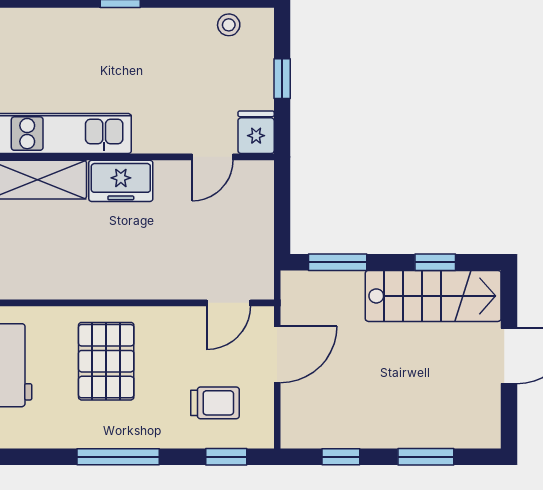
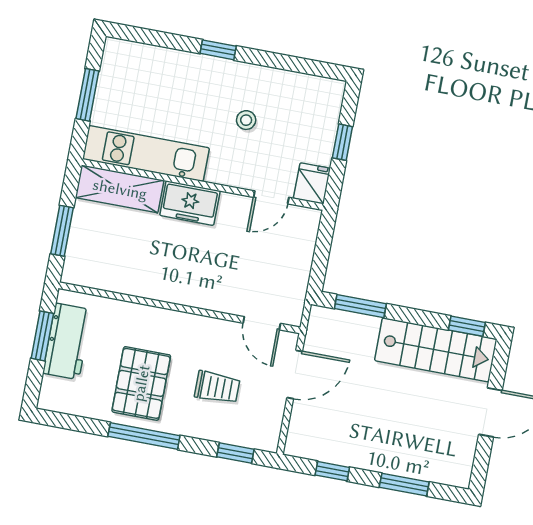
stool: (229, 25) -> (246, 120), moved
window: (435, 262) -> (467, 326), moved
door: (229, 303) -> (262, 323), hinge flipped
pallet: (106, 361) -> (141, 383), moved
trolley: (215, 403) -> (217, 387), moved

